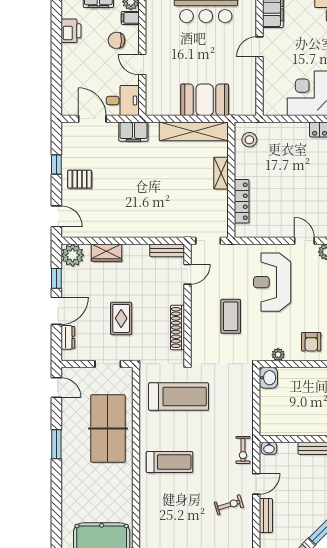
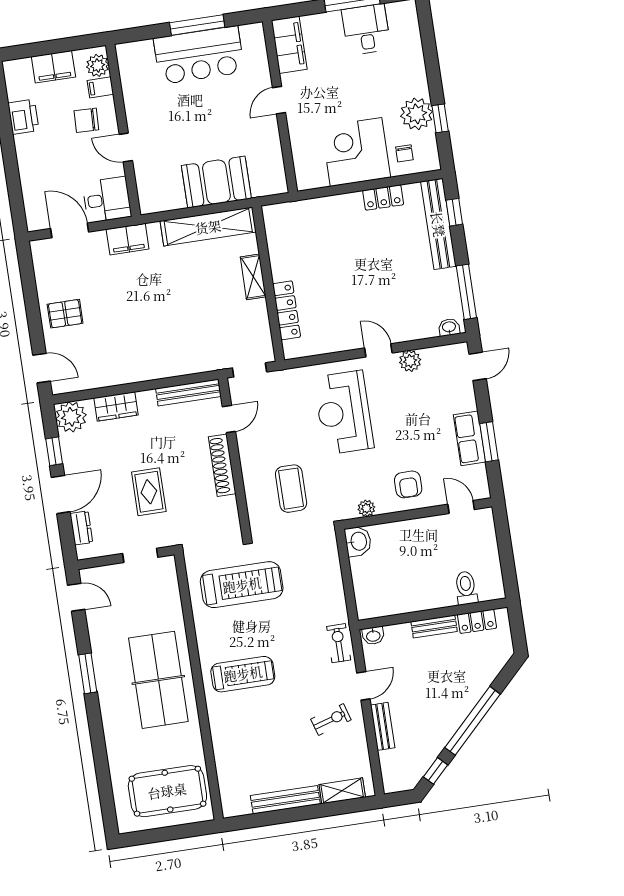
stool: (249, 140) -> (284, 226), removed
window: (56, 165) -> (31, 299), removed
bench: (167, 250) -> (188, 392), width x1.36
coffee table: (231, 316) -> (291, 489), moved
shoe rack: (178, 328) -> (222, 465), moved
table tennis table: (108, 428) -> (158, 680), moved
exercise bike: (243, 450) -> (339, 643), turned 180

